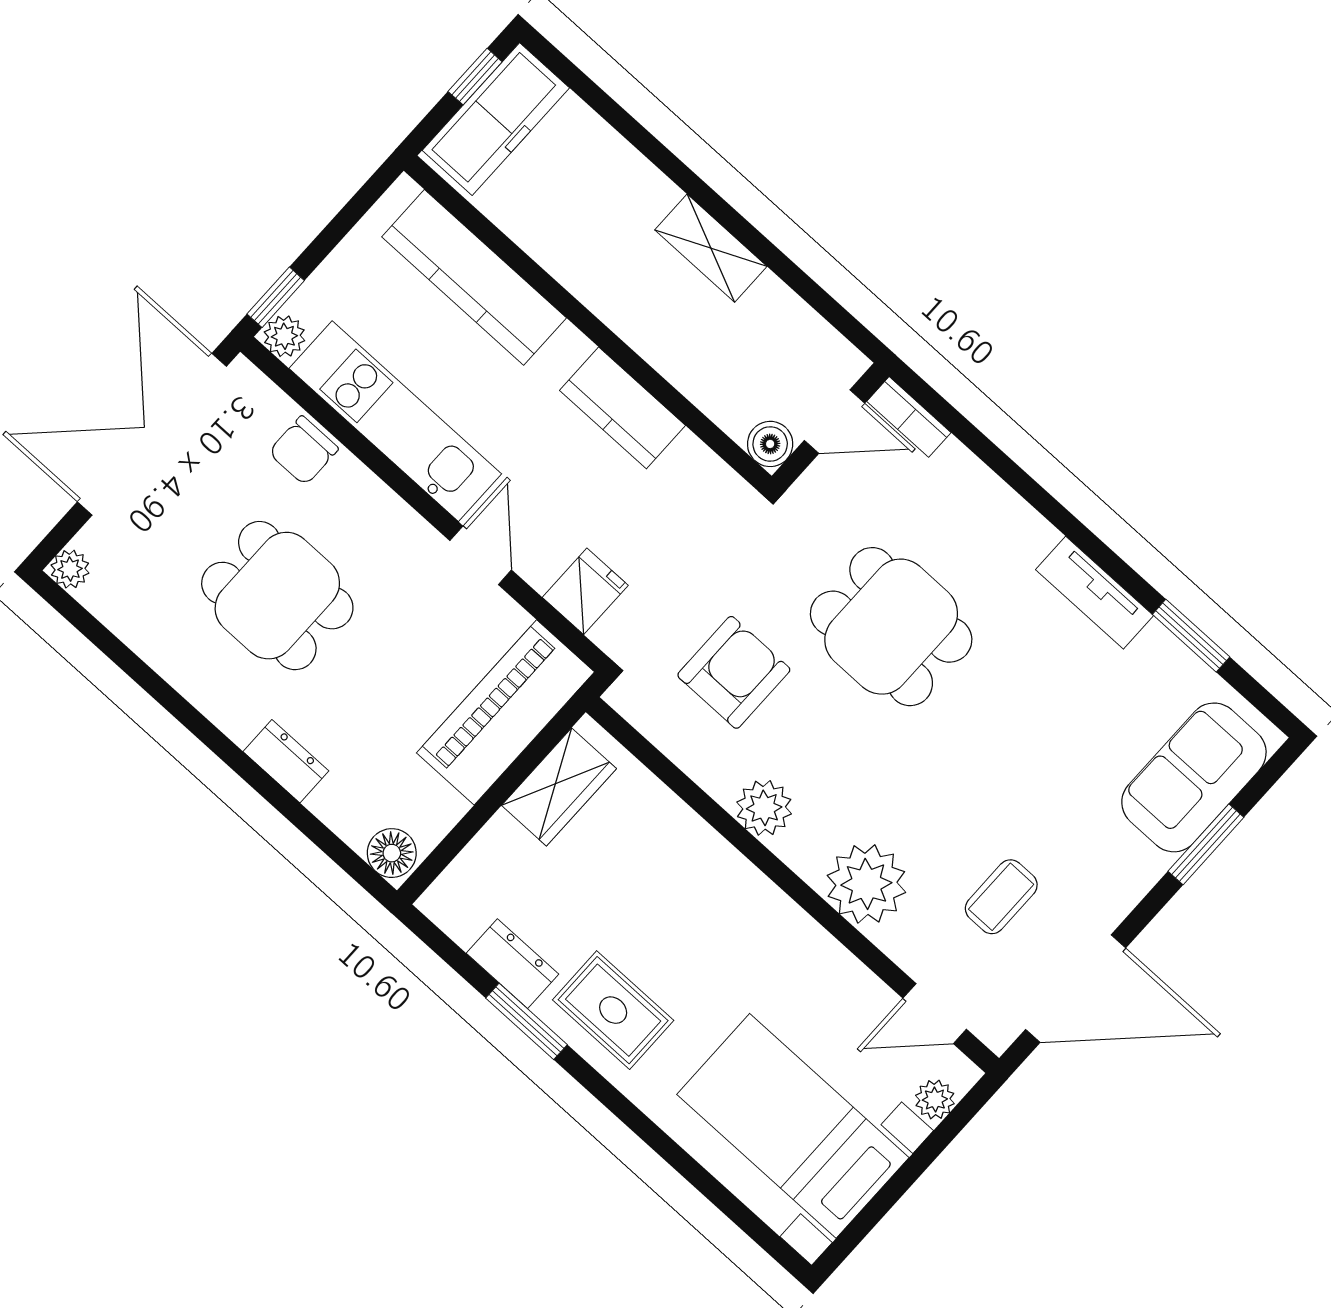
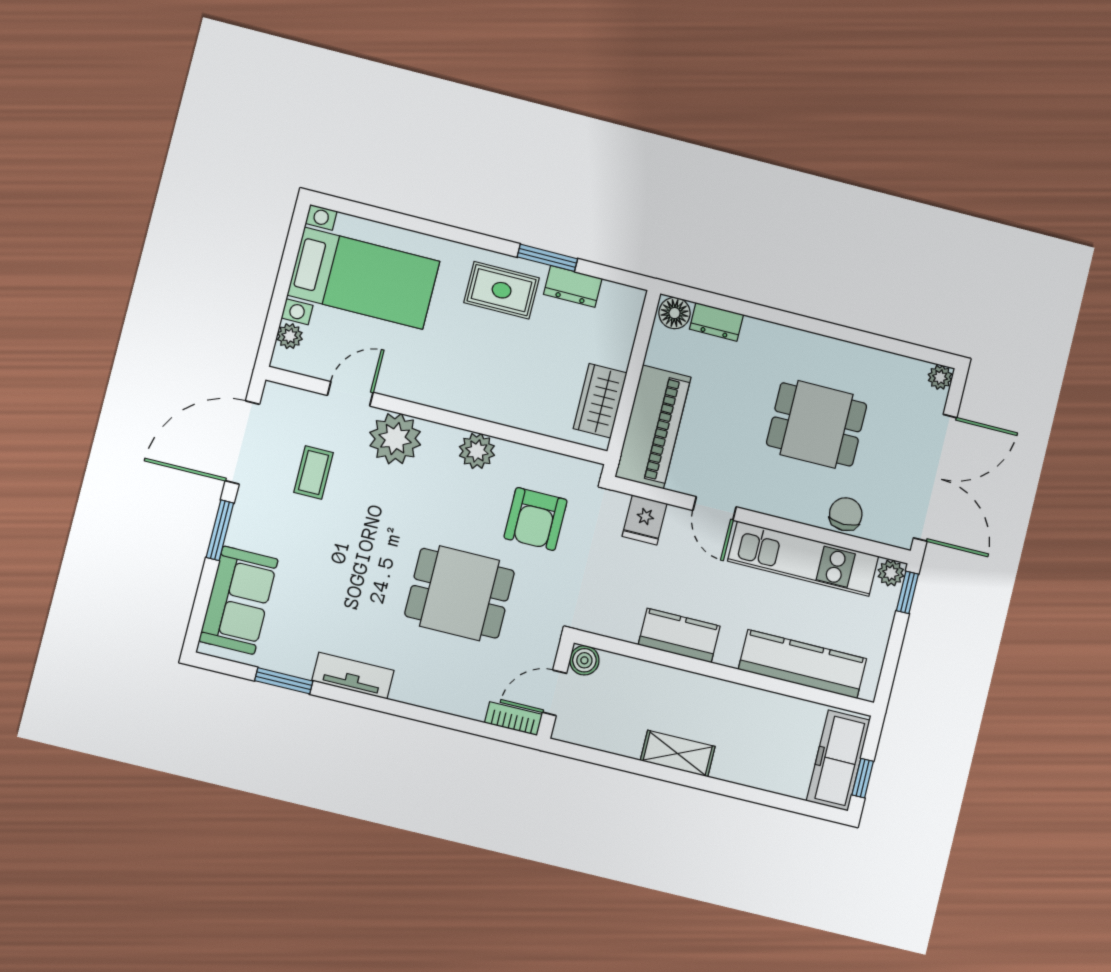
dresser: (286, 761) -> (716, 322), moved
window: (1206, 844) -> (220, 530), moved
door: (935, 1014) -> (350, 394), moved

